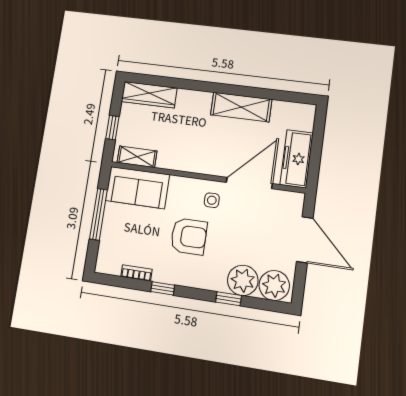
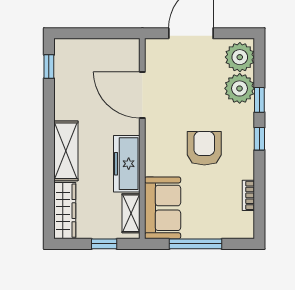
window: (289, 97) -> (49, 67), added
shelving: (241, 107) -> (66, 151), moved
freezer: (297, 159) -> (127, 164), moved, turned 90
side table: (212, 200) -> (165, 130), removed
window: (163, 288) -> (259, 139), moved

